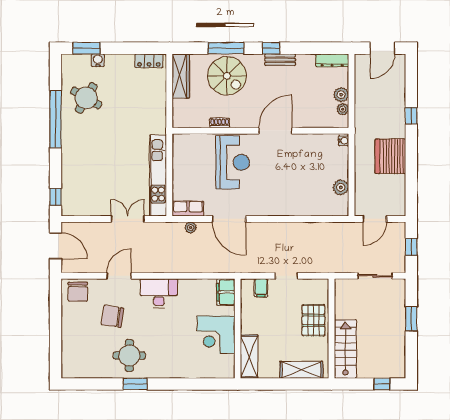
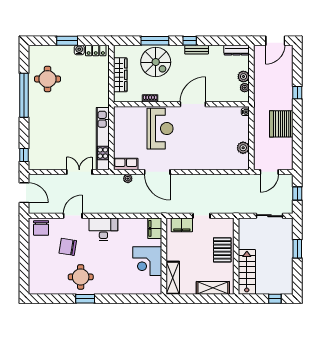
window: (87, 48) -> (67, 41), moved
water cooler: (98, 60) -> (79, 50), moved
wardrobe: (181, 76) -> (120, 75), moved
round table: (86, 98) -> (48, 79), turned -30
filing cabinet: (261, 288) -> (182, 225), width x2.00

